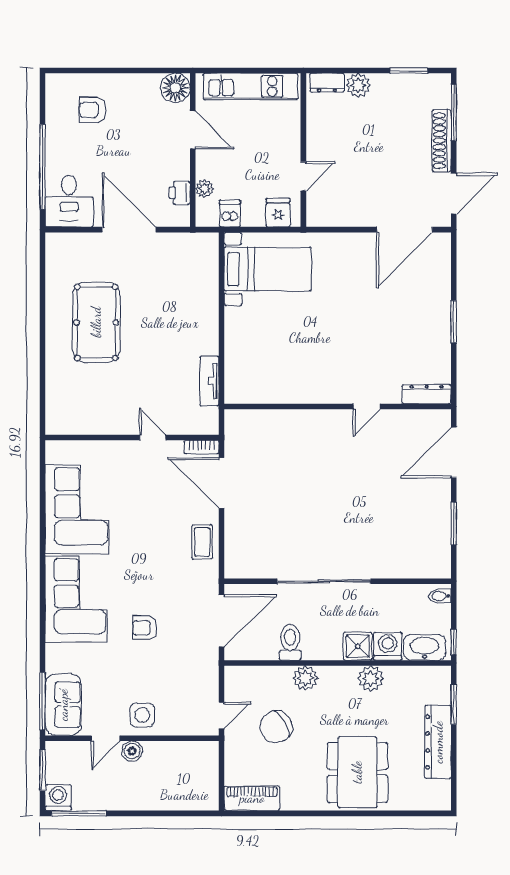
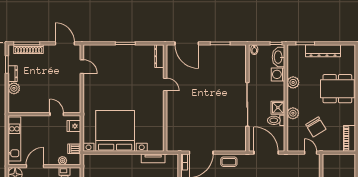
dresser: (327, 83) -> (13, 74), moved
shoe rack: (442, 141) -> (29, 49), moved
door: (404, 230) -> (82, 67), width x0.53
bed with nightstands: (268, 269) -> (115, 131), width x1.85
shower: (358, 646) -> (278, 108), moved

